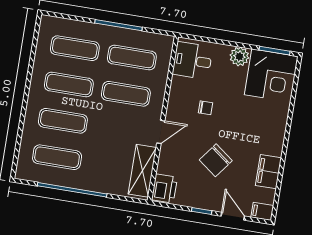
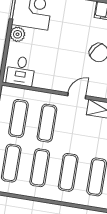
chair: (205, 108) -> (58, 61), removed
door: (161, 132) -> (77, 96), hinge flipped

